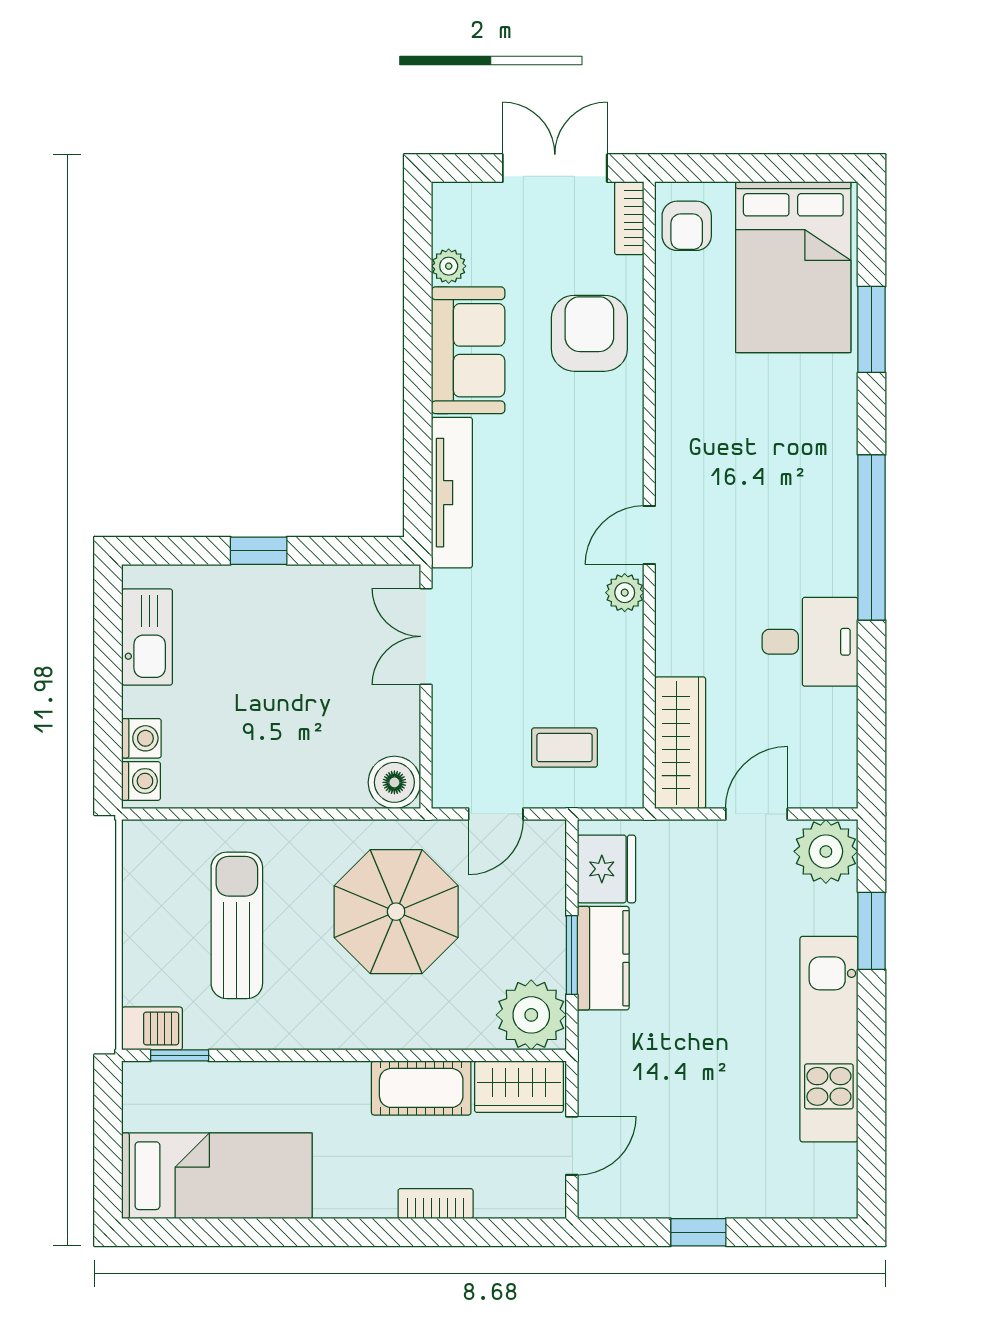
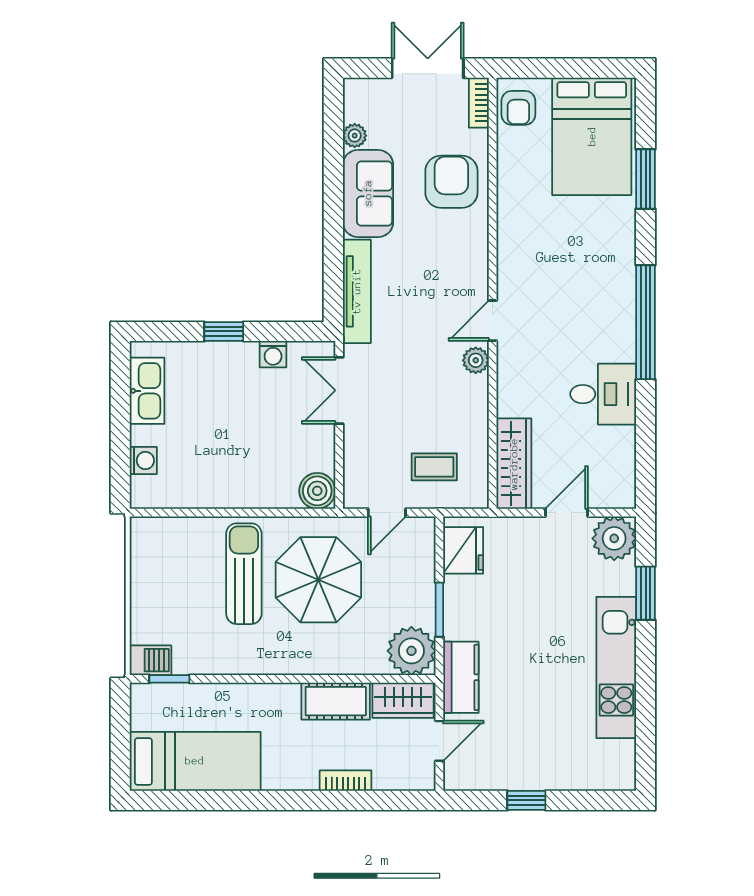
washing machine: (141, 781) -> (273, 354), moved, turned 90
sun lounger: (237, 925) -> (244, 574), moved
kitchen counter: (603, 958) -> (461, 677), moved

